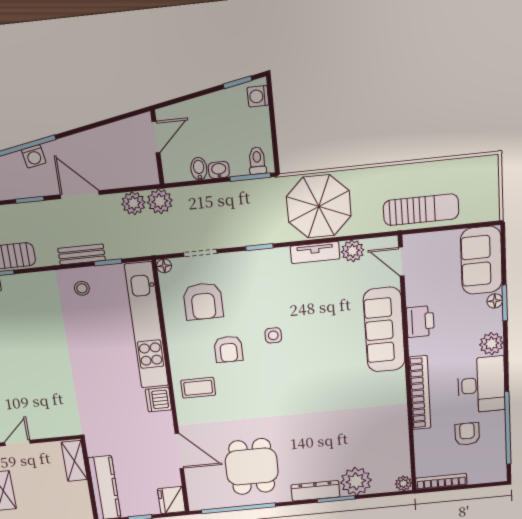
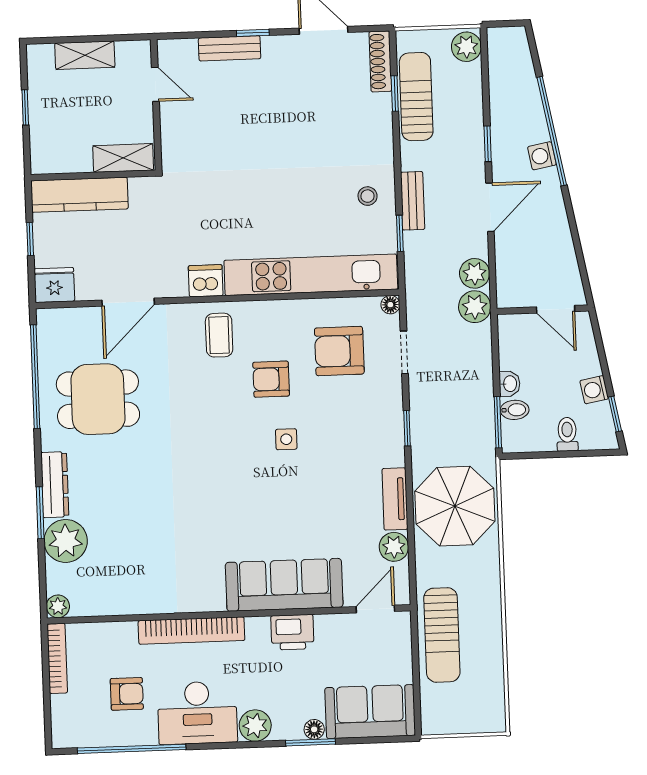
washing machine: (258, 96) -> (594, 390), moved, turned -101
toilet: (257, 161) -> (567, 434), moved, turned -90
bidet: (199, 169) -> (515, 410), moved

